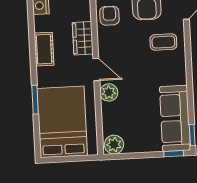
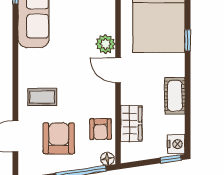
wardrobe: (83, 38) -> (131, 123), moved
window: (35, 100) -> (188, 40), width x0.67

